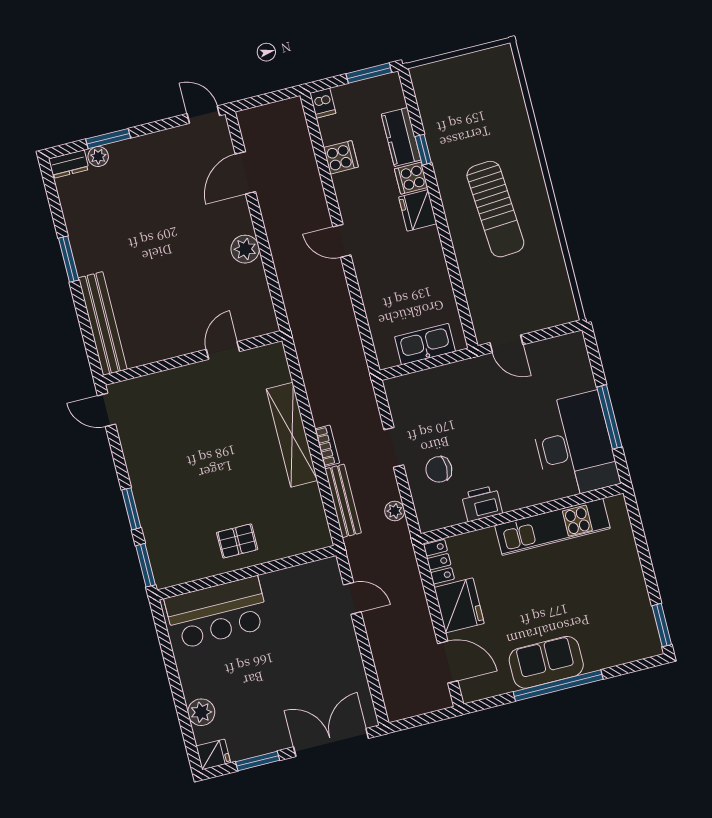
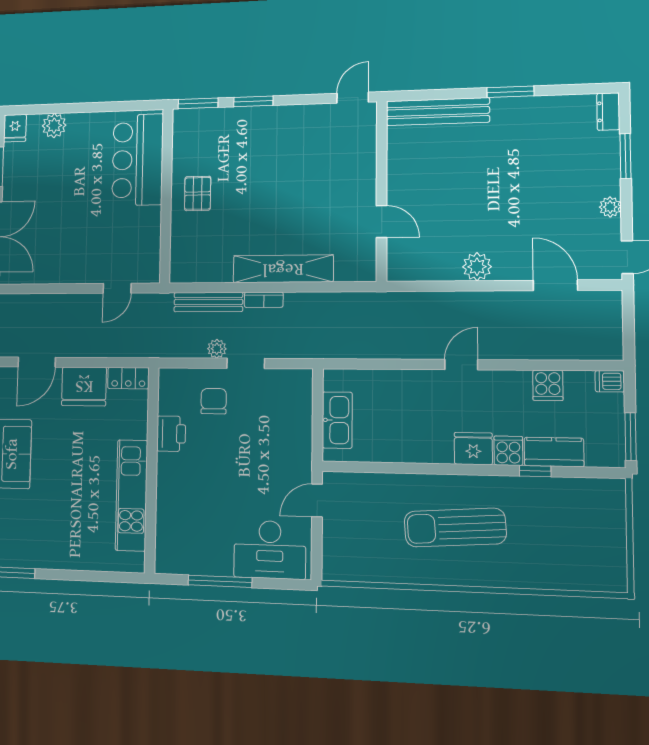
plant: (98, 156) -> (610, 207), moved
desk: (574, 445) -> (270, 550), moved, width x0.73, depth x0.77
plant: (395, 511) -> (217, 349), moved

